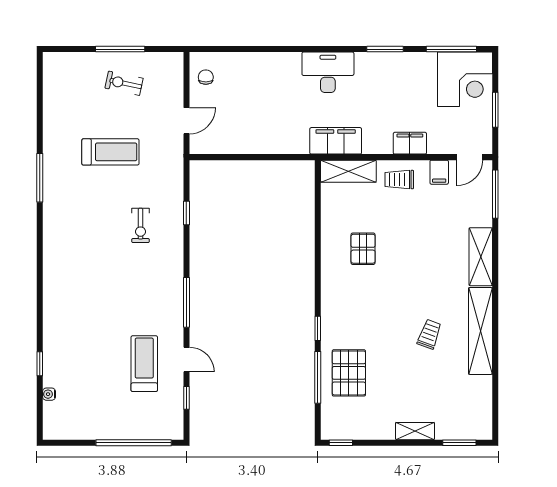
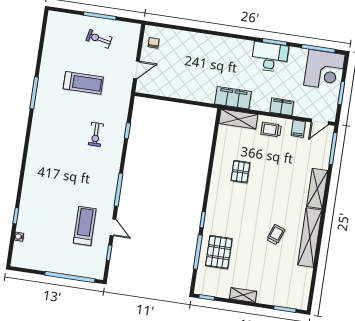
desk: (328, 72) -> (270, 57), moved
shelving: (415, 431) -> (243, 295), moved

